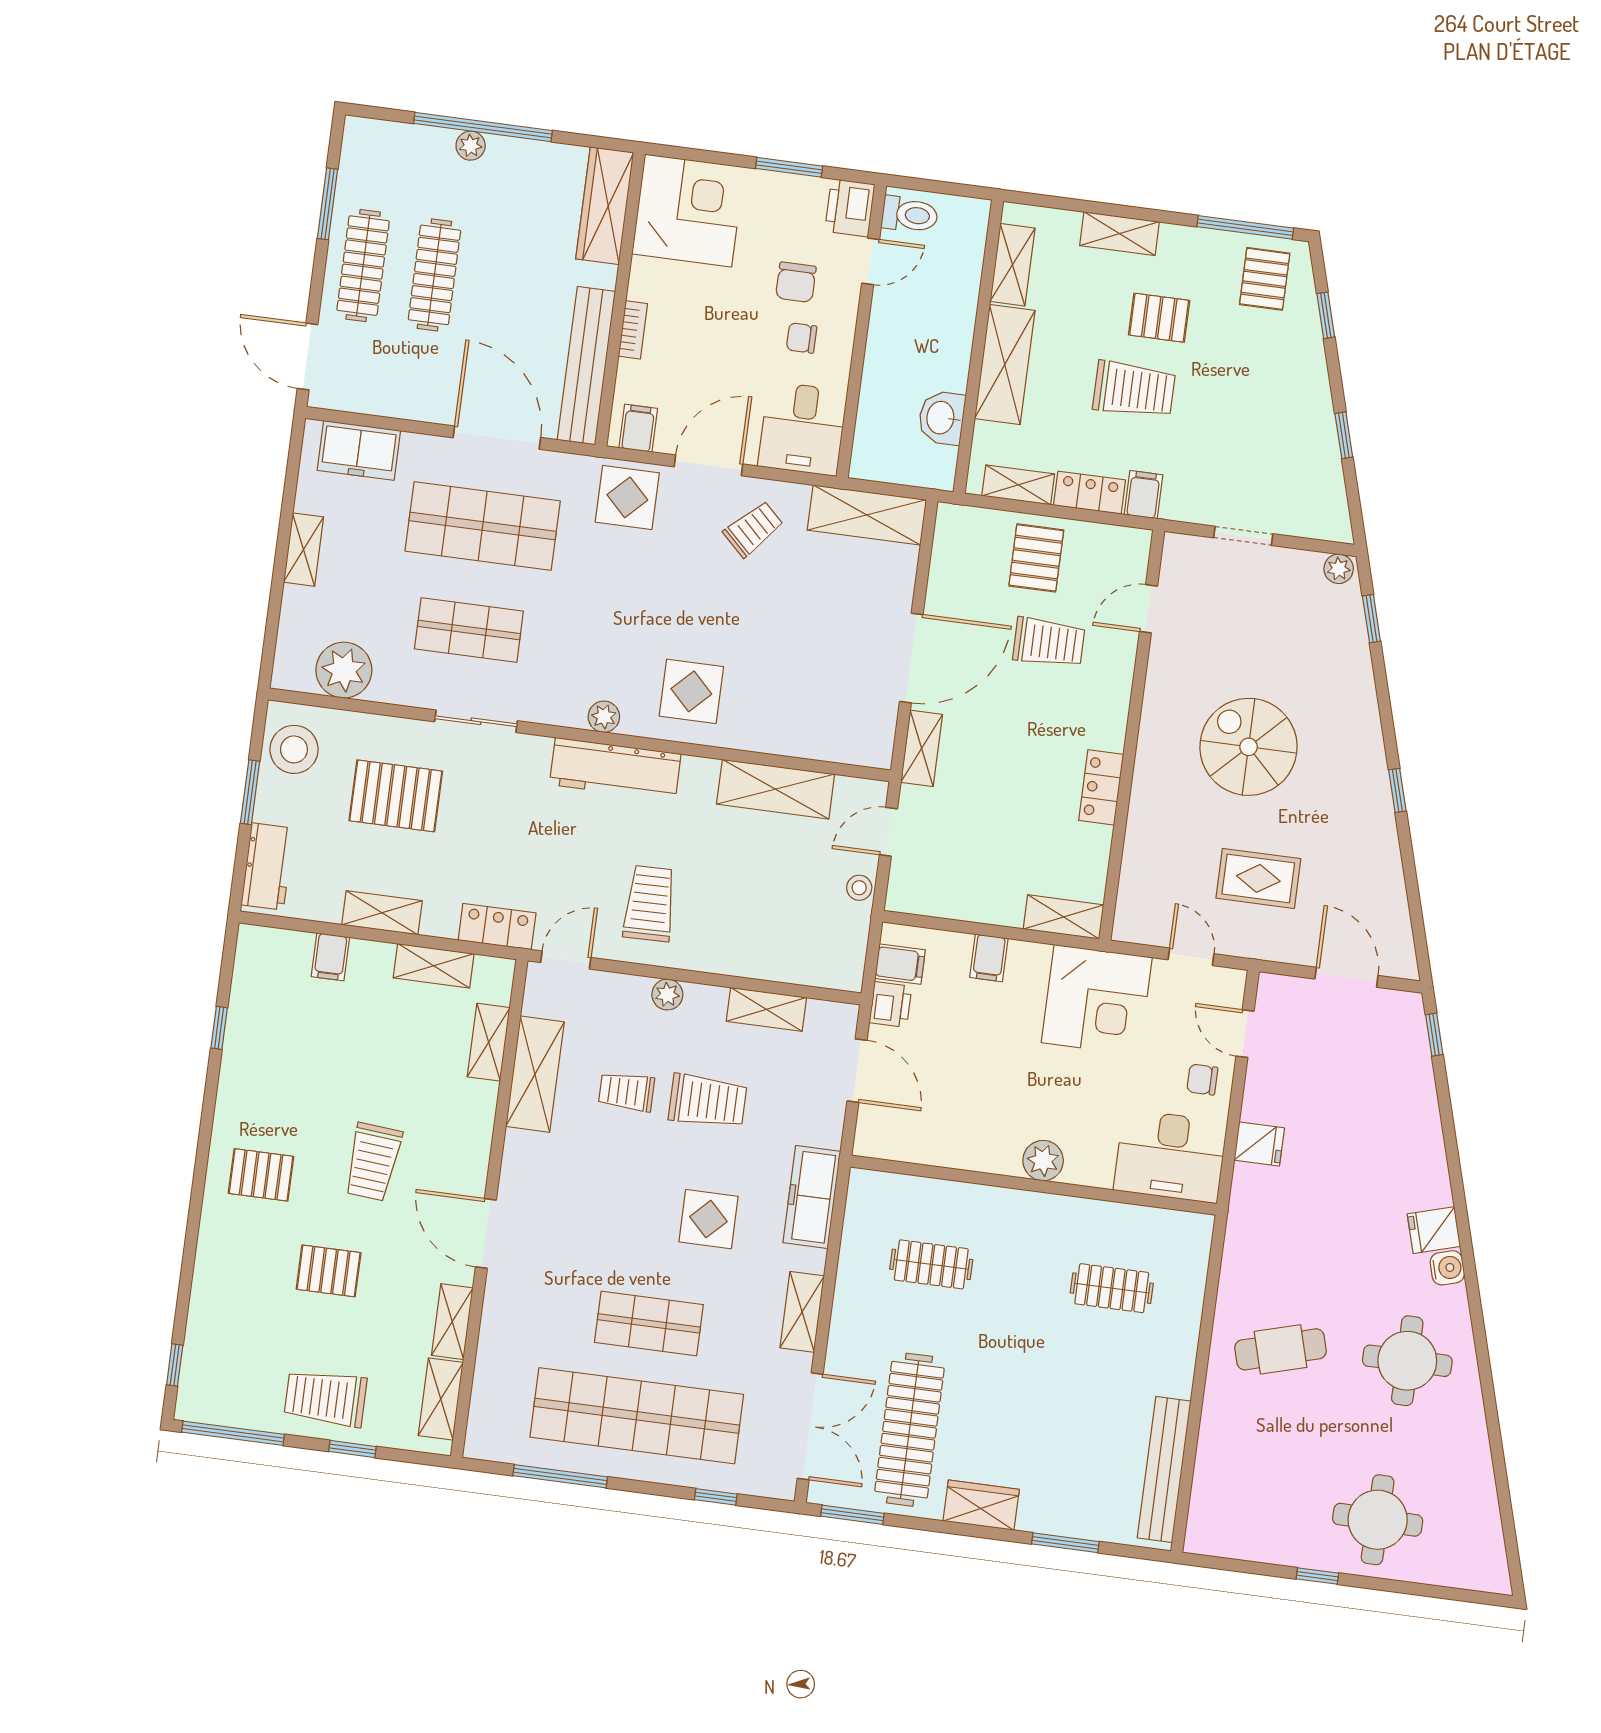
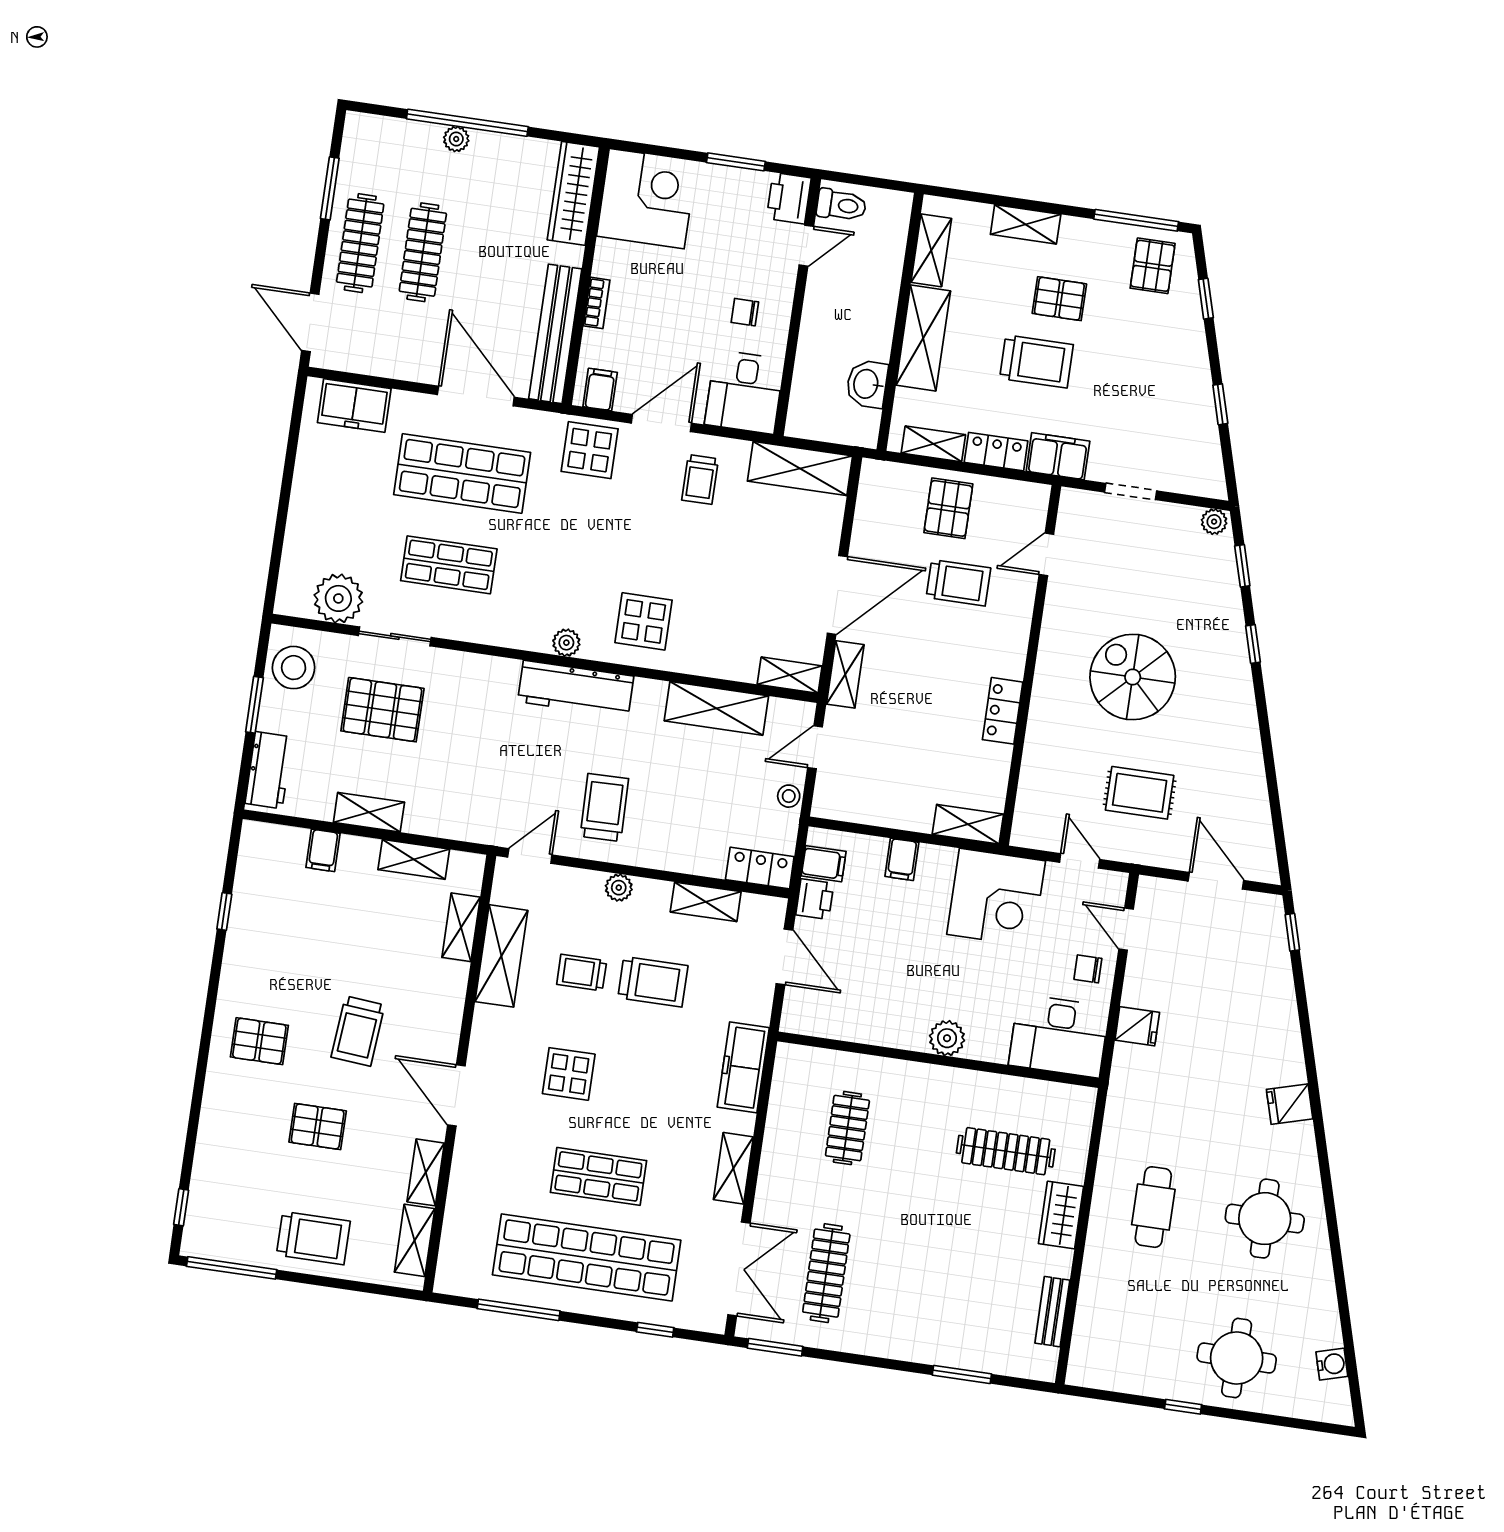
chair: (796, 282) -> (740, 263), removed
filing cabinet: (1143, 495) -> (1058, 456), width x2.00
trolley: (753, 529) -> (700, 479), turned 136
shelving: (304, 550) -> (790, 675), moved, turned 90
sliding door: (476, 721) -> (395, 636), moved
window: (1397, 790) -> (1253, 644), moved
locker: (497, 927) -> (760, 868), moved
display table: (708, 1219) -> (569, 1074), moved
clothes rail: (931, 1264) -> (847, 1128), turned 90
water cooler: (1447, 1268) -> (1332, 1364), moved
clothes rail: (1112, 1288) -> (1006, 1151), width x1.36
cafe table: (1280, 1349) -> (1153, 1207), turned -74
trolley: (326, 1398) -> (313, 1238), turned 180
clothes rail: (909, 1430) -> (826, 1273), width x0.73, depth x0.76
window: (352, 1449) -> (336, 1283), removed
bench: (1164, 1469) -> (1052, 1312), width x0.54, depth x0.82
wardrobe: (981, 1505) -> (1061, 1215), moved, turned -90

